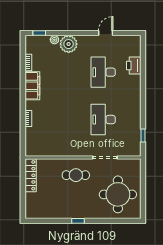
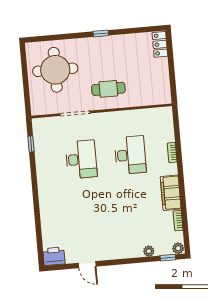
door: (106, 33) -> (87, 265), hinge flipped
plant: (69, 44) -> (178, 248), moved, width x0.53, depth x0.53
printer: (134, 66) -> (54, 256), moved, turned -90
desk: (103, 72) -> (130, 155), moved
locker: (31, 175) -> (160, 44), moved, width x0.66

